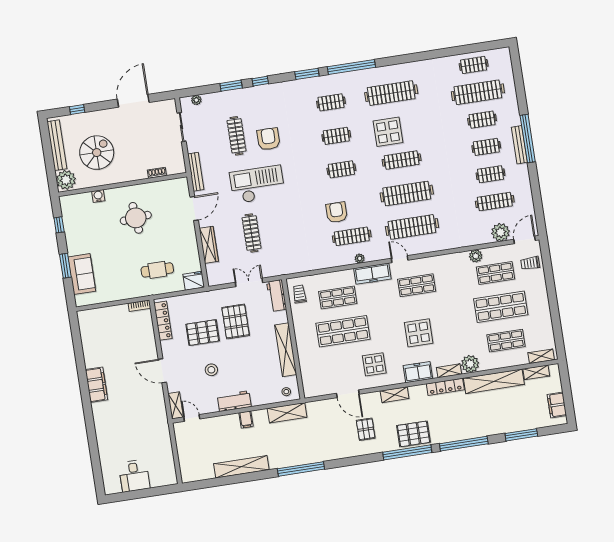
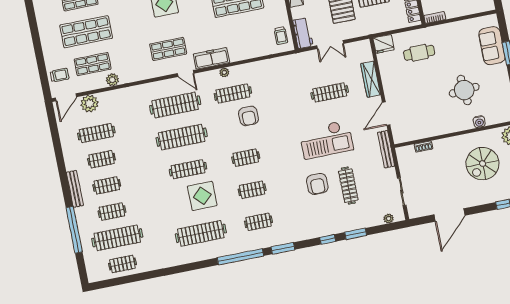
window: (528, 139) -> (74, 230), moved
round table: (136, 218) -> (464, 90), moved
clothes rail: (252, 233) -> (330, 92), turned 90
shop shelf: (338, 297) -> (244, 34), removed

